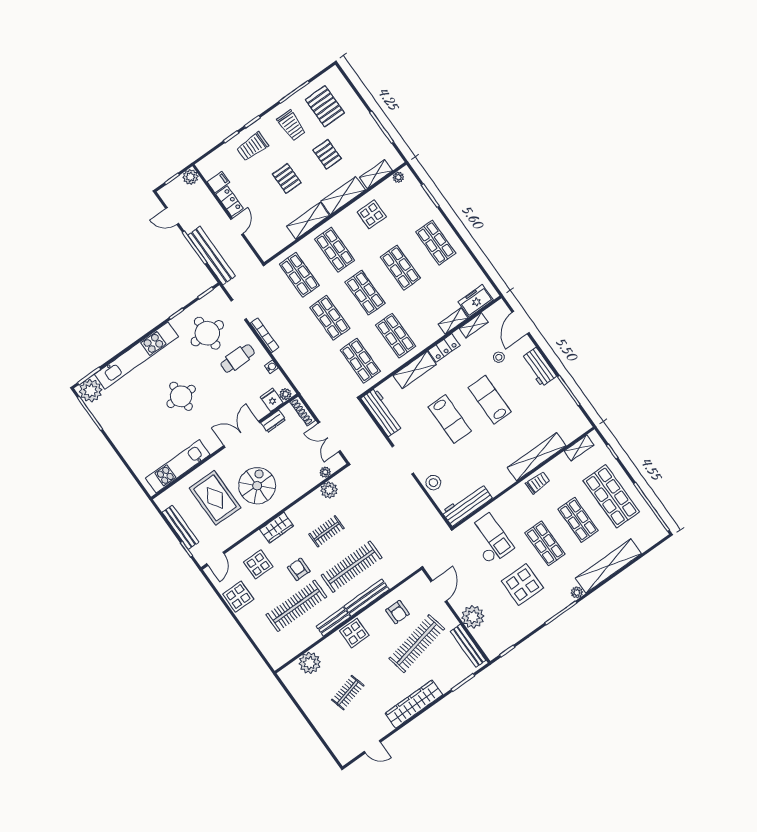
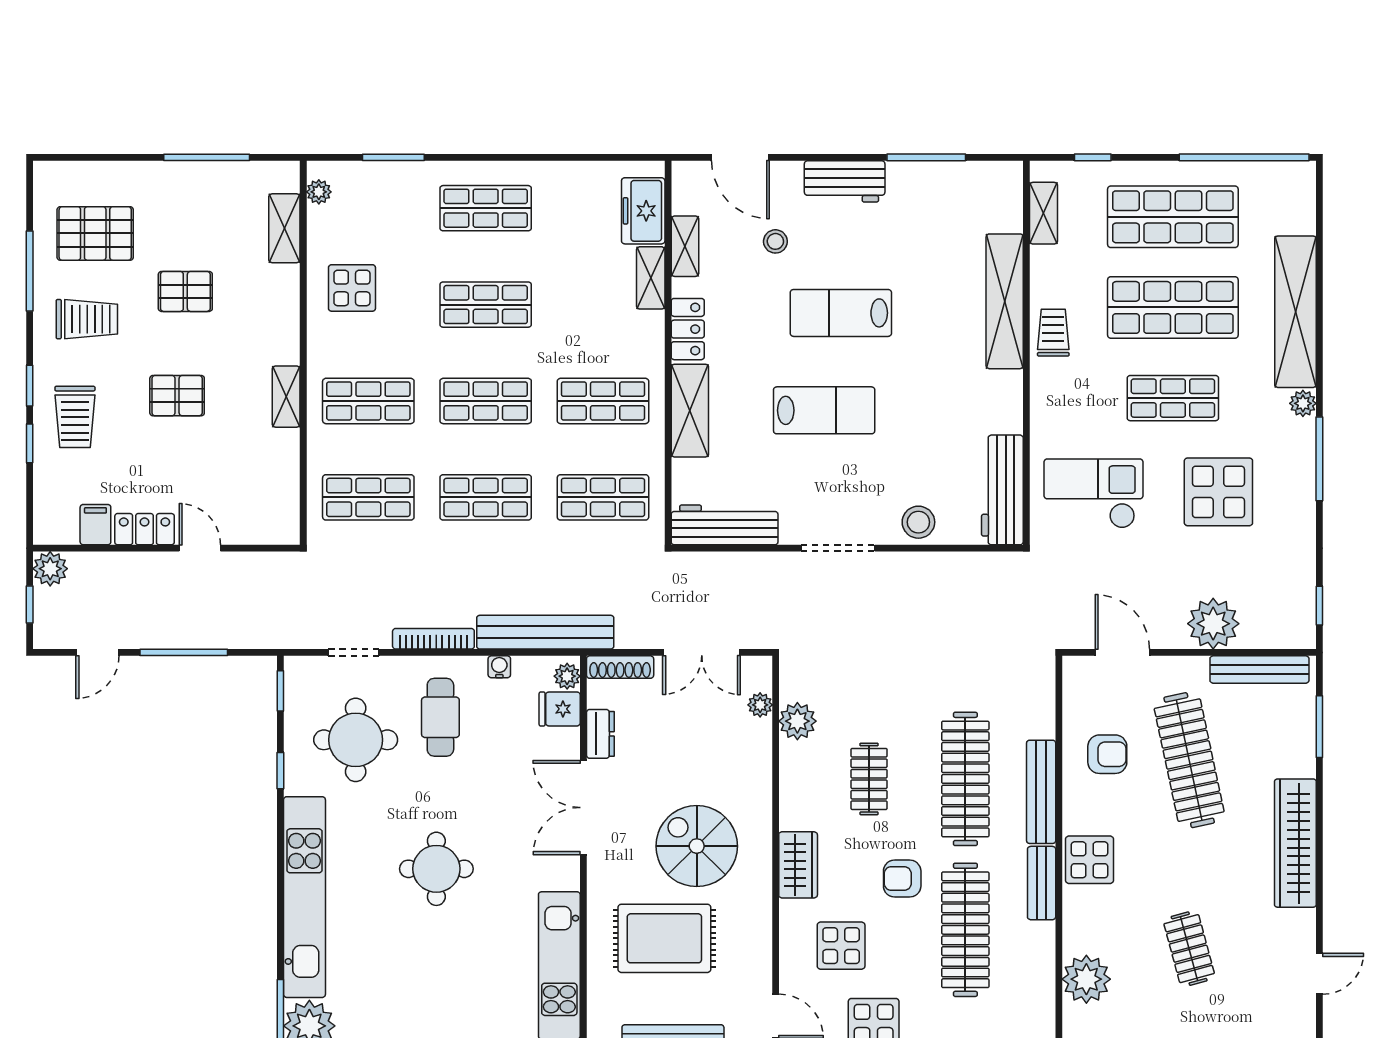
shelving: (343, 196) -> (281, 316), removed
shelving: (308, 221) -> (286, 397), width x0.67, depth x0.75
bench: (211, 256) -> (545, 632), moved
shop shelf: (578, 520) -> (1173, 307), width x1.43, depth x1.36

